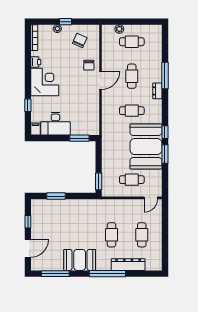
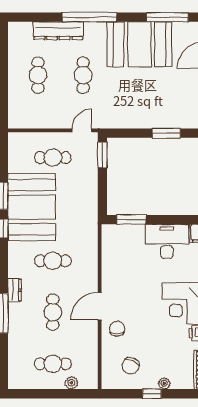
door: (151, 198) -> (82, 130), moved
booth: (80, 260) -> (139, 44), width x1.36, depth x1.42

